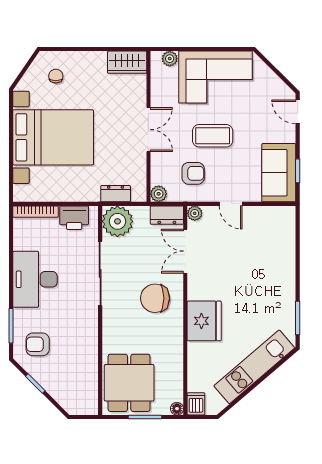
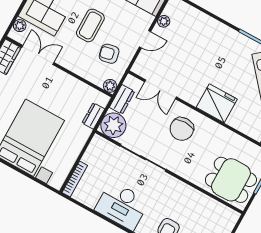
double door: (148, 130) -> (38, 55), moved
armchair: (193, 173) -> (109, 54), turned -102
plant: (195, 213) -> (164, 21), moved
dresser: (167, 215) -> (122, 99), moved
printer: (74, 218) -> (94, 154), removed

